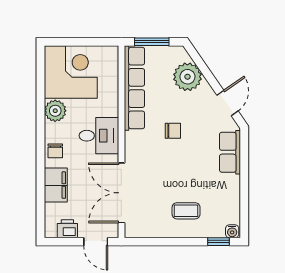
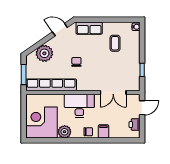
desk: (99, 136) -> (79, 106), width x1.37
filing cabinet: (56, 185) -> (104, 131), width x0.50
double door: (121, 193) -> (113, 92), width x0.73
coffee table: (186, 211) -> (115, 43), moved
window: (219, 242) -> (142, 70), moved

